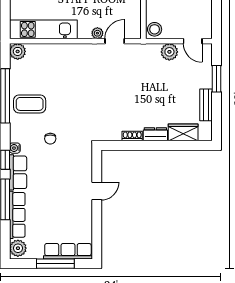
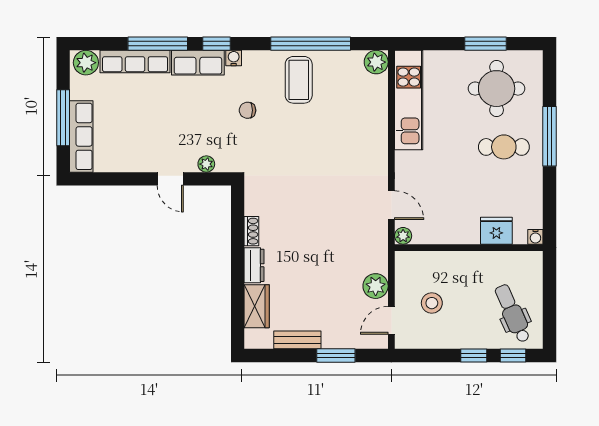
stool: (155, 29) -> (432, 303), moved
plant: (97, 33) -> (403, 236), moved
plant: (87, 167) -> (206, 164), added

